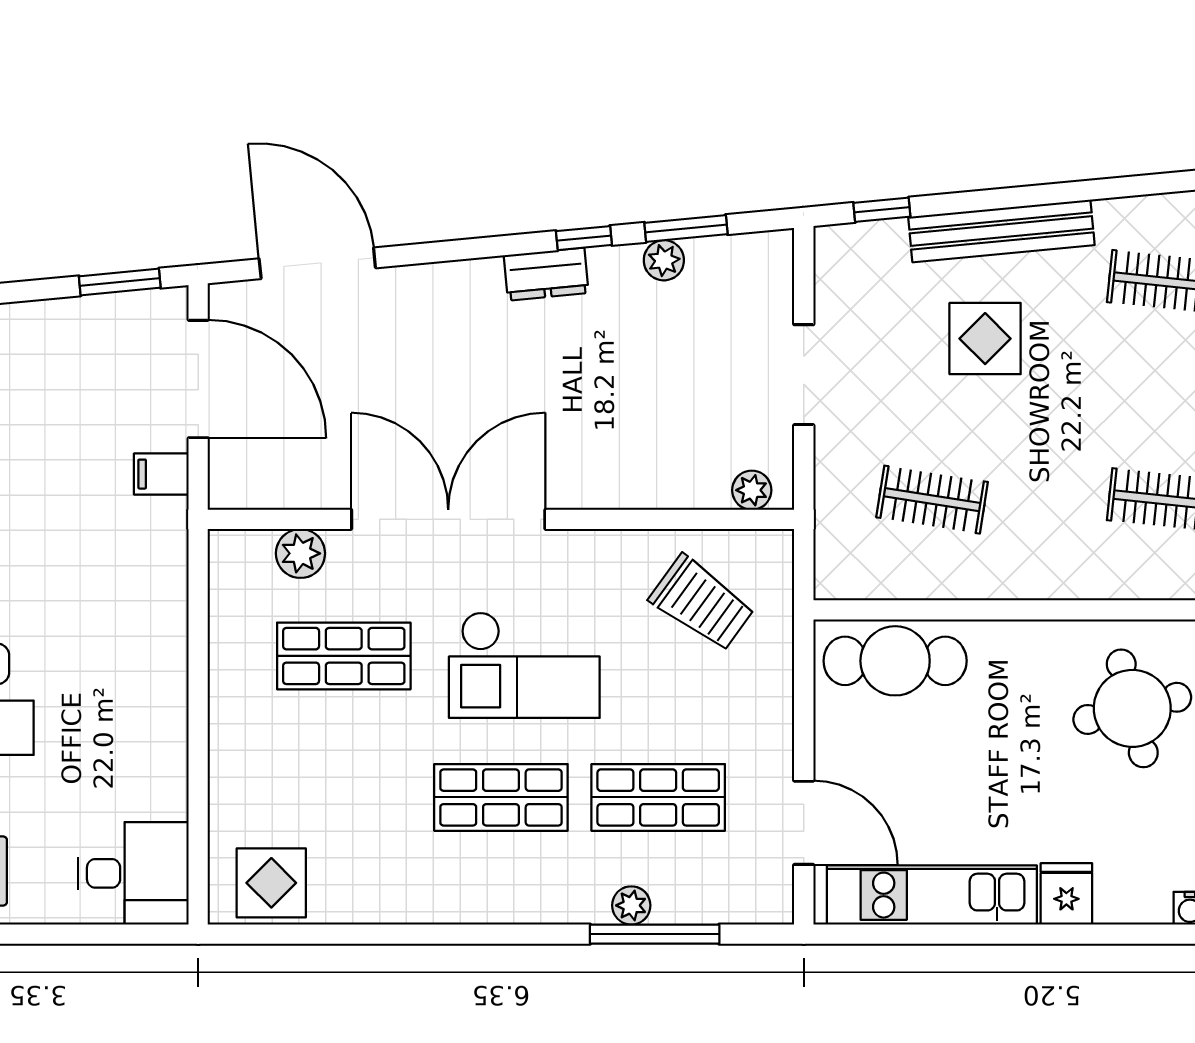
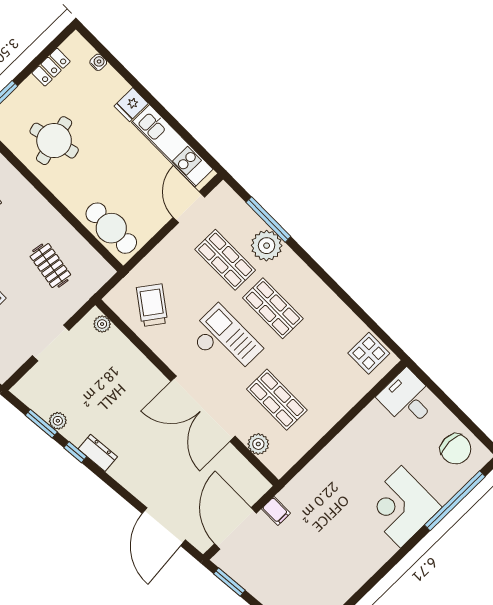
plant: (631, 905) -> (267, 246), width x1.87, depth x1.87

